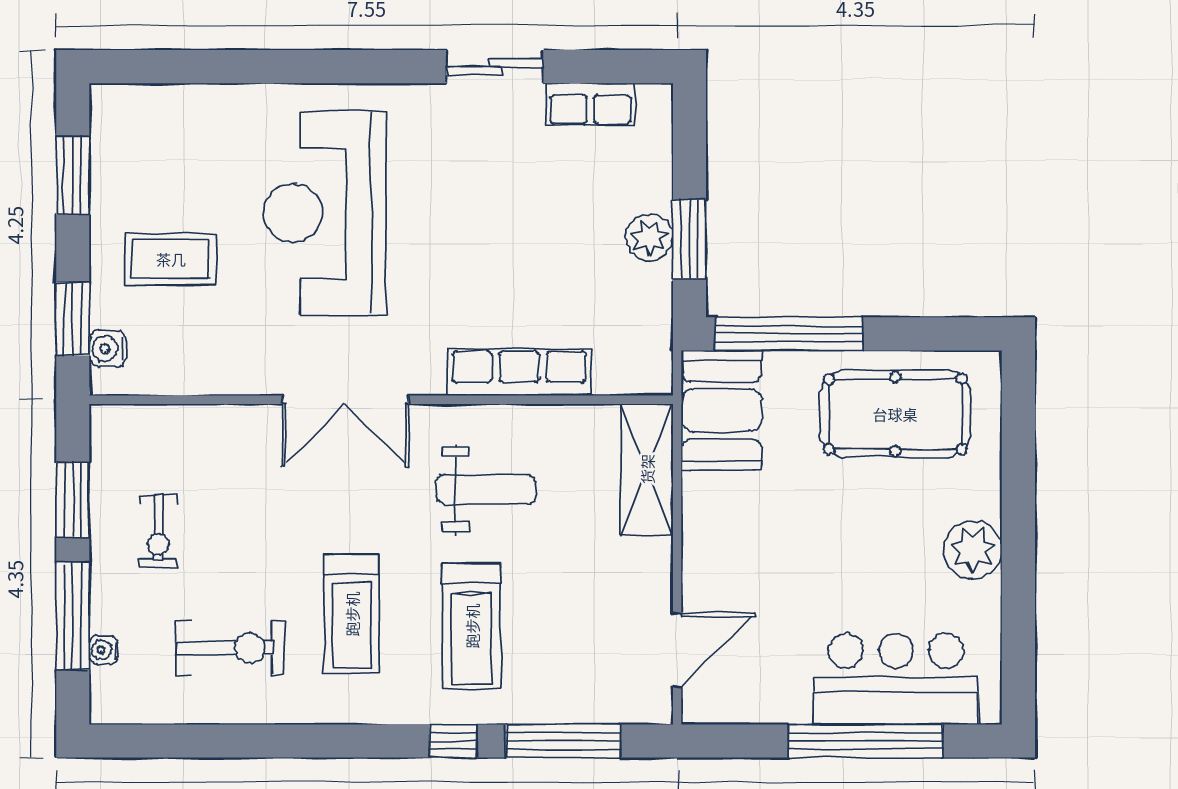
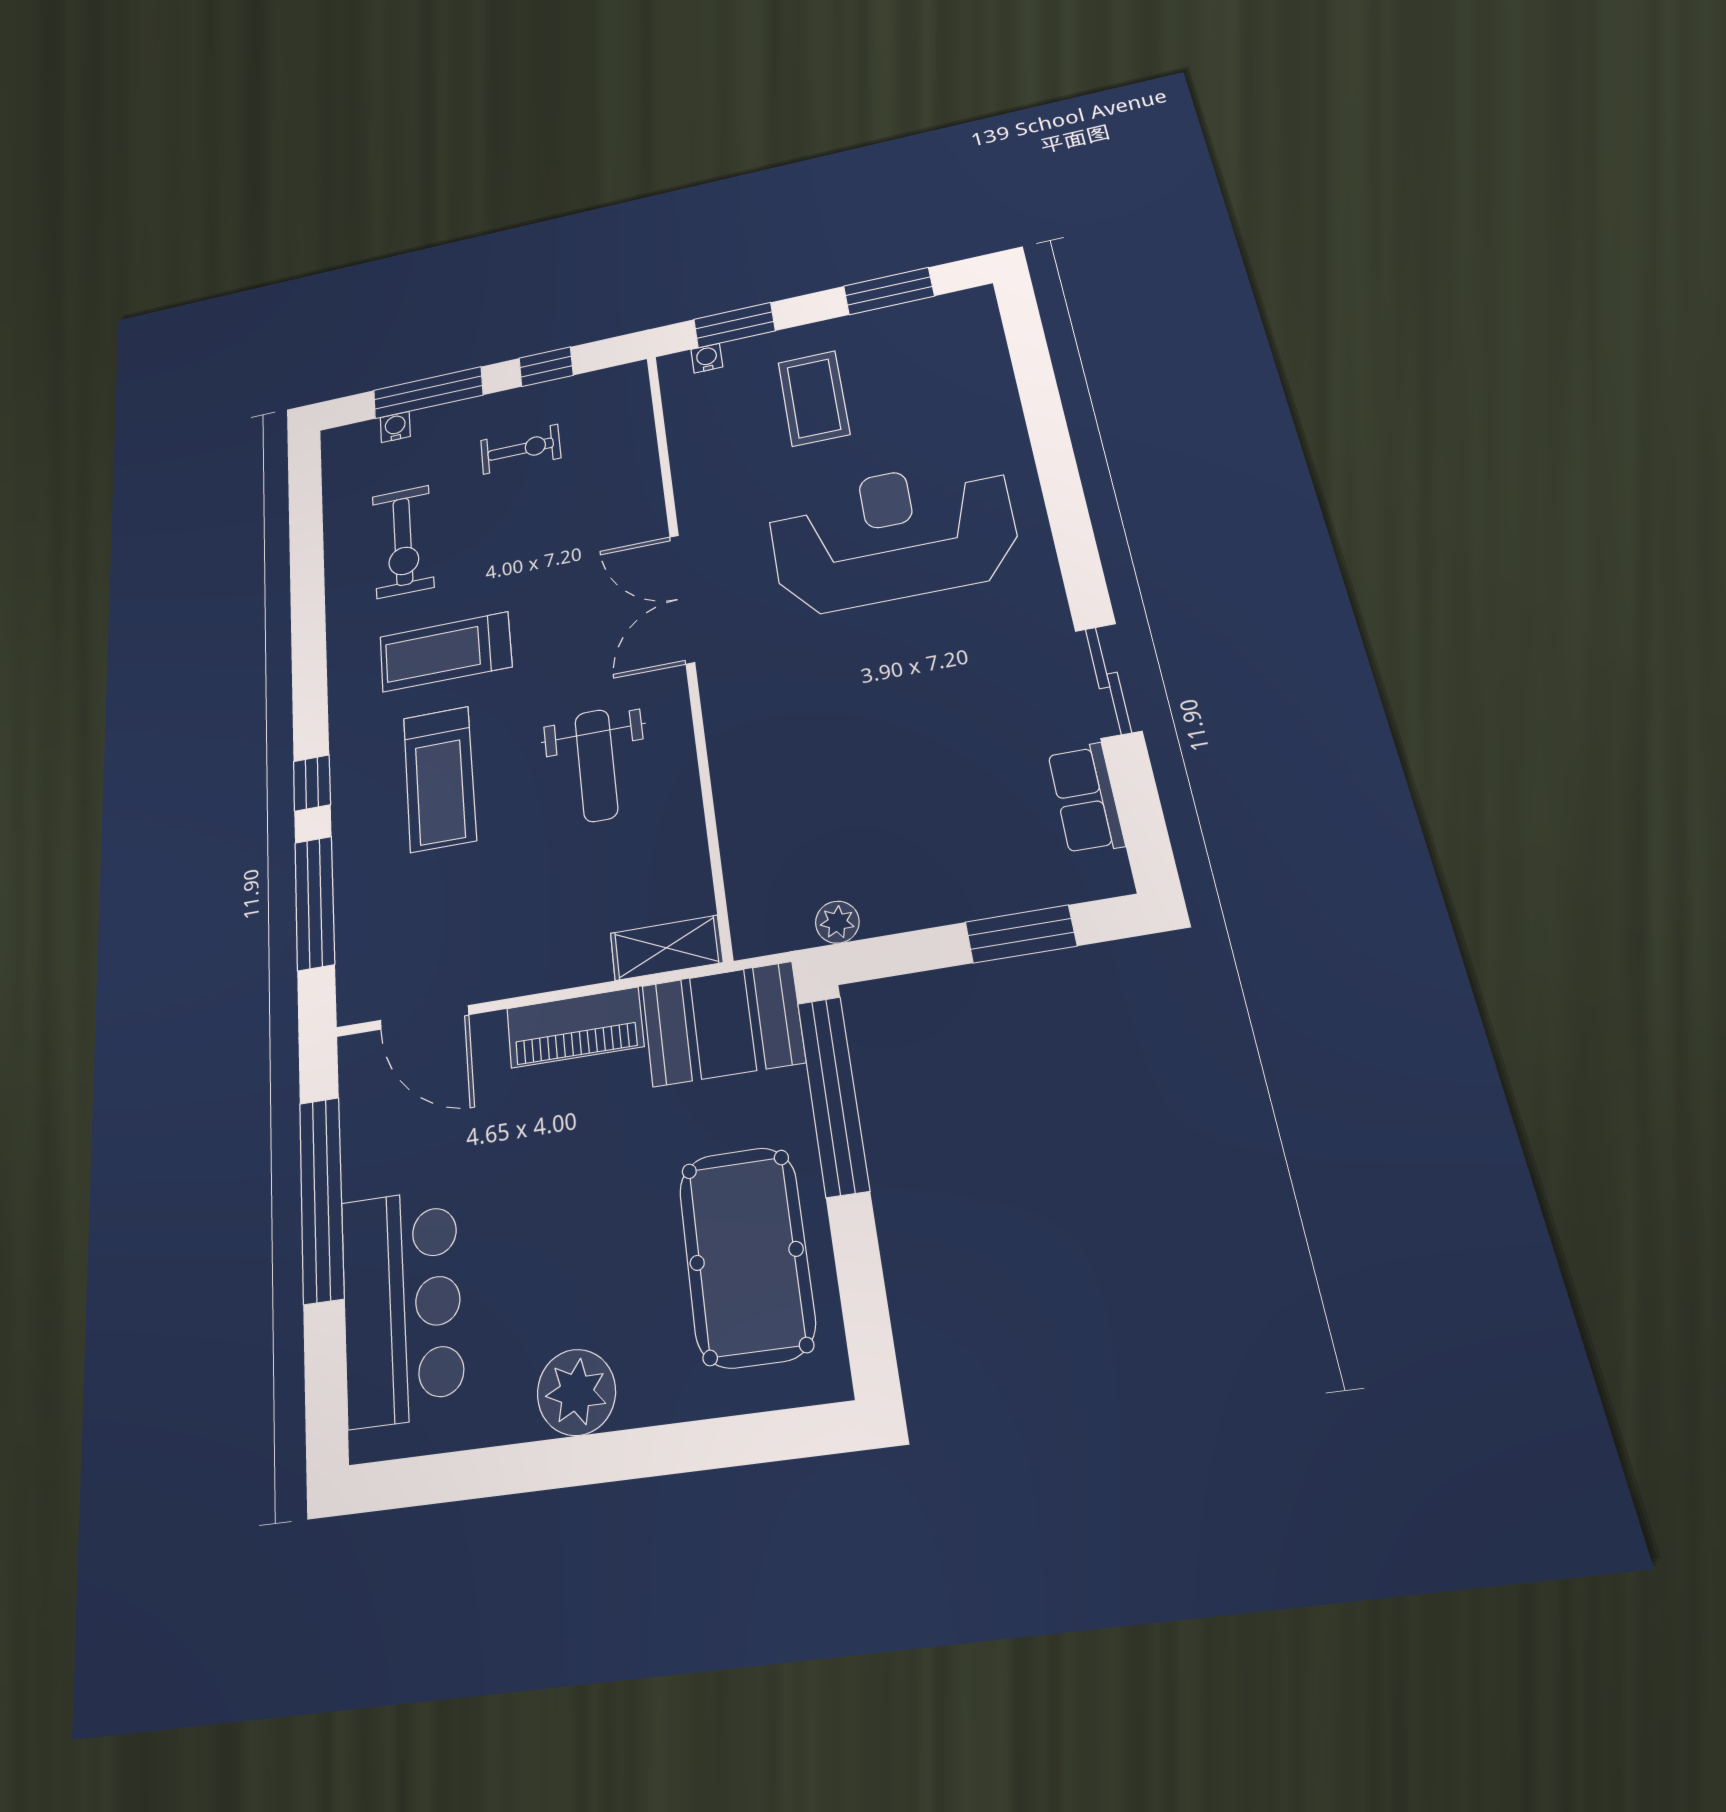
plant: (650, 238) -> (837, 922), moved, width x0.73, depth x0.73
window: (689, 239) -> (1021, 934), moved
water cooler: (108, 349) -> (707, 358), width x0.72, depth x0.72
row of seats: (519, 372) -> (738, 776), removed
shelving: (647, 469) -> (666, 948), width x0.67, depth x0.75
window: (73, 500) -> (546, 367), width x0.67
piano: (705, 527) -> (575, 1027), added
exercise bike: (158, 531) -> (521, 449), turned 180
treadmill: (472, 626) -> (440, 779), turned -90
window: (865, 741) -> (321, 1199), moved

